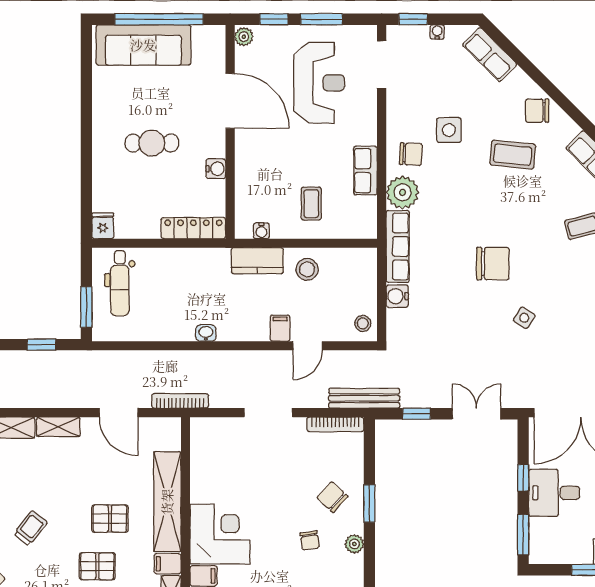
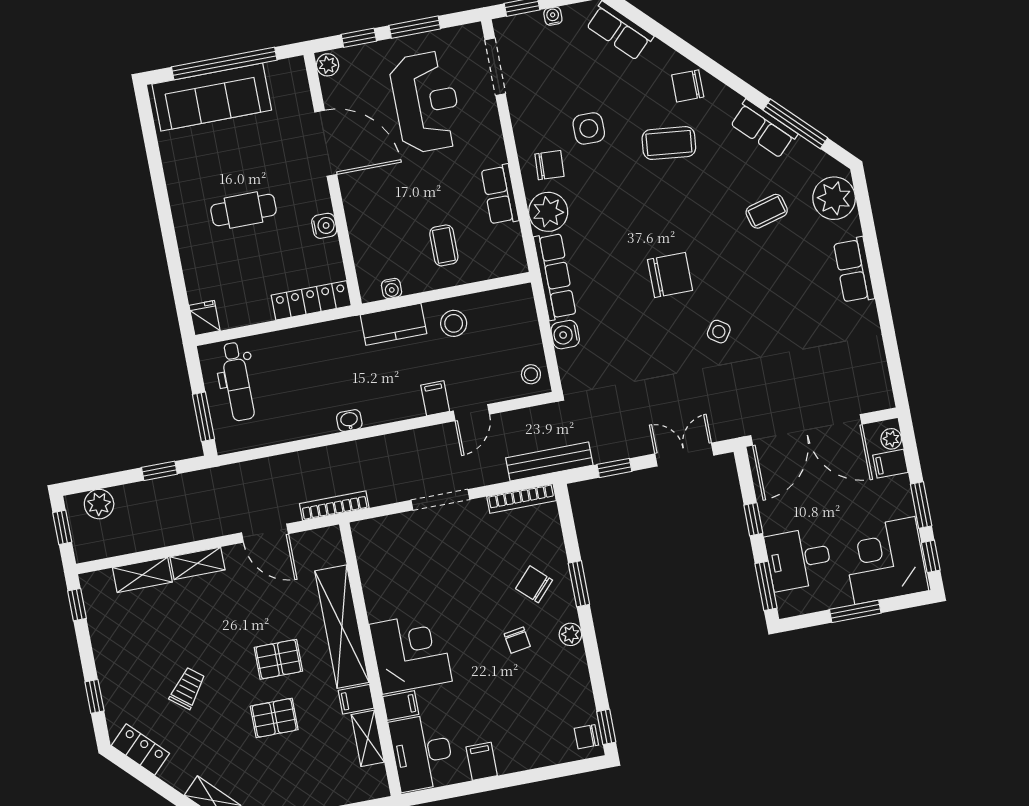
desk: (554, 493) -> (799, 559), moved

